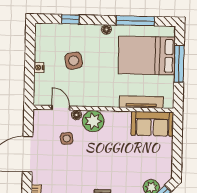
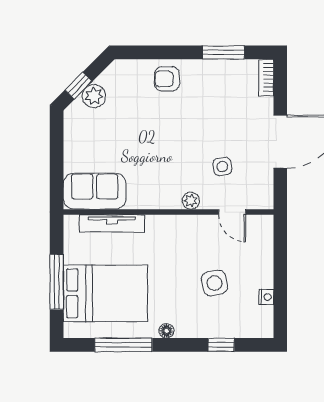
nightstand: (39, 68) -> (266, 297), moved
floor lamp: (76, 115) -> (209, 202), removed
plant: (93, 121) -> (191, 201), width x0.53, depth x0.53

